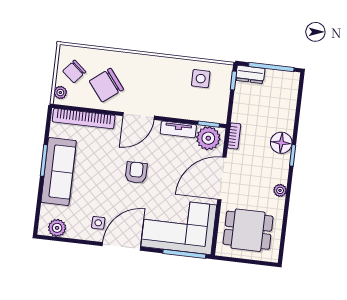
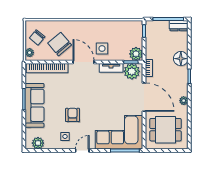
dresser: (250, 74) -> (179, 26), moved
side table: (201, 79) -> (102, 49), moved
chair: (106, 85) -> (60, 44), turned 88
plant: (218, 113) -> (136, 54), added
door: (139, 116) -> (84, 62), swing flipped
floor lamp: (281, 143) -> (181, 59), moved
armchair: (136, 172) -> (73, 115), moved
door: (222, 178) -> (144, 97), swing flipped
door: (121, 246) -> (82, 150), width x0.53

